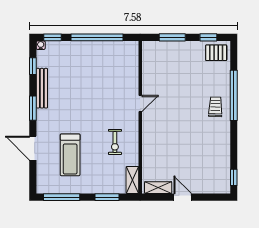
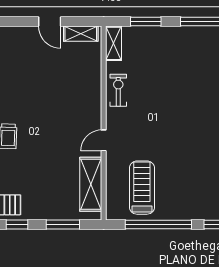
shelving: (150, 69) -> (91, 184), added
exercise bike: (115, 142) -> (118, 90), moved
treadmill: (70, 155) -> (142, 188), moved

